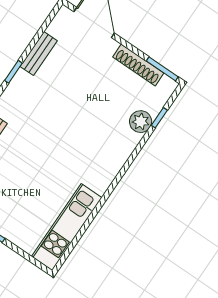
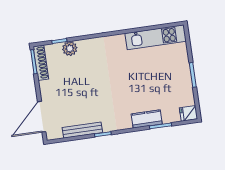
bench: (39, 54) -> (82, 130), width x1.36
shoe rack: (138, 65) -> (41, 63), moved

